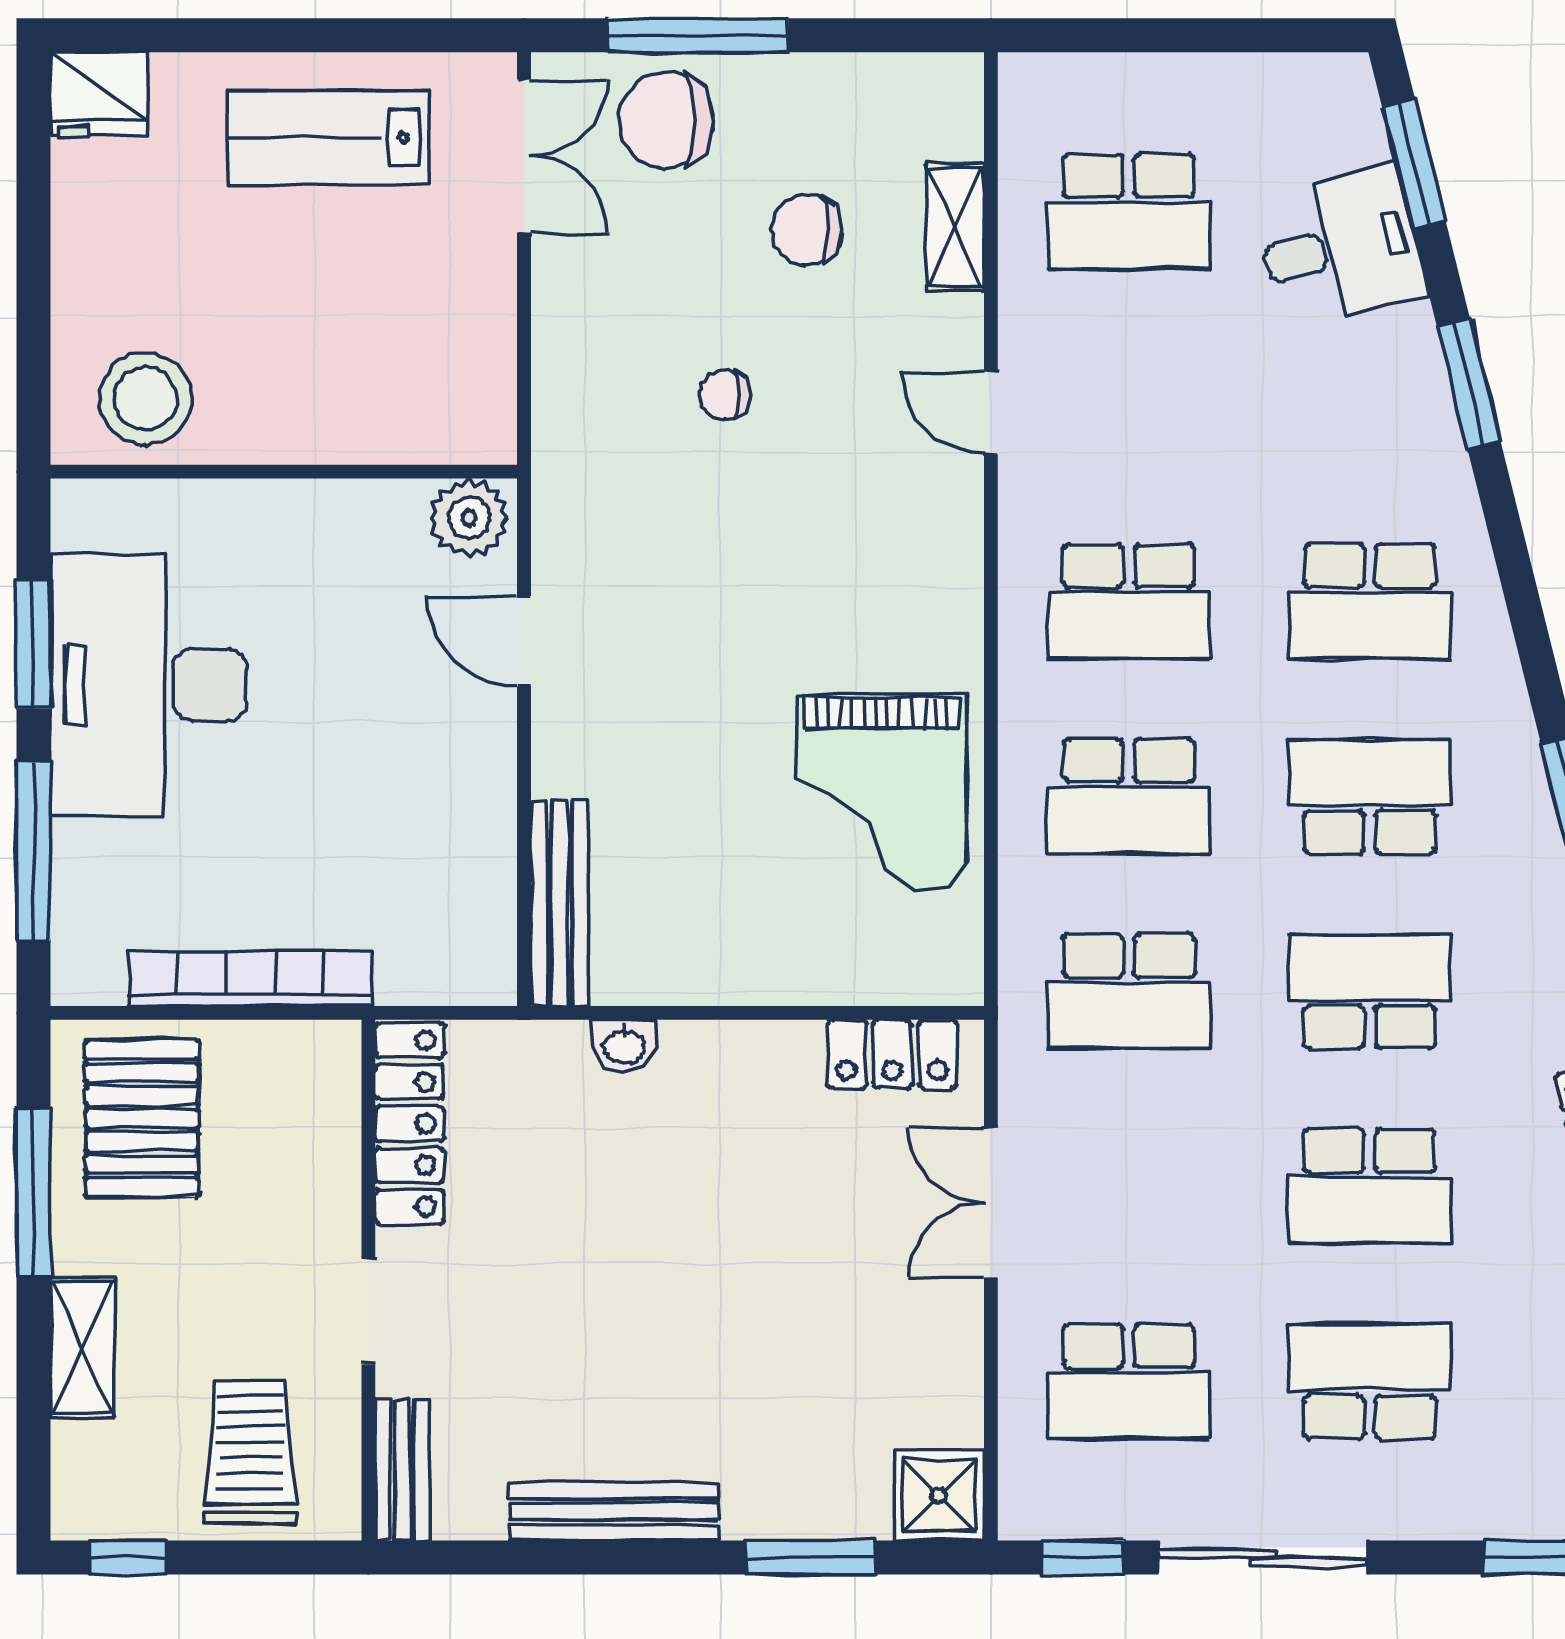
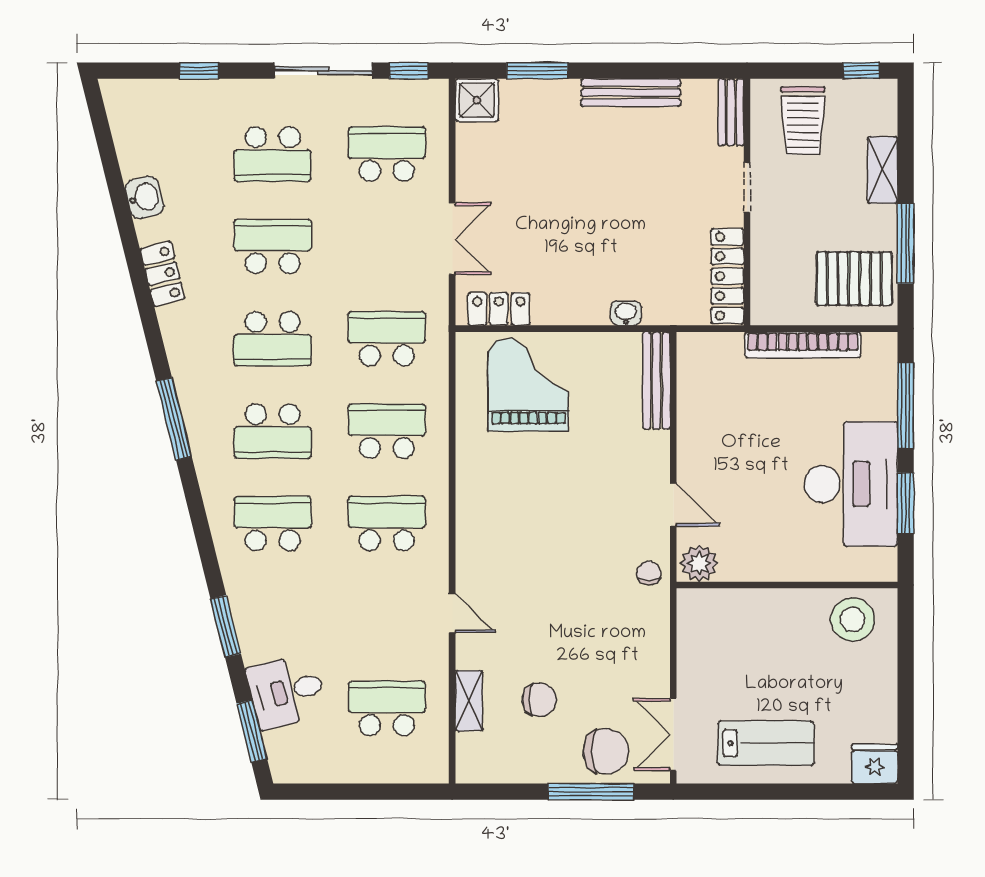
chair: (725, 395) -> (649, 573), moved, turned -90
grand piano: (882, 792) -> (528, 385), moved
pallet: (142, 1118) -> (854, 279), turned 90

